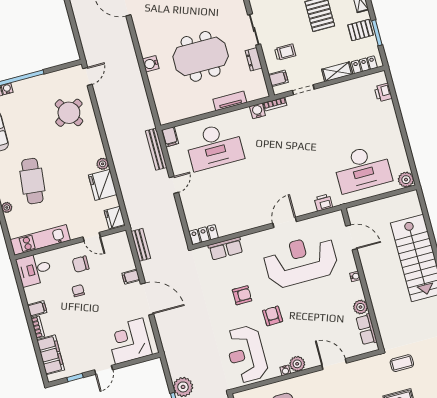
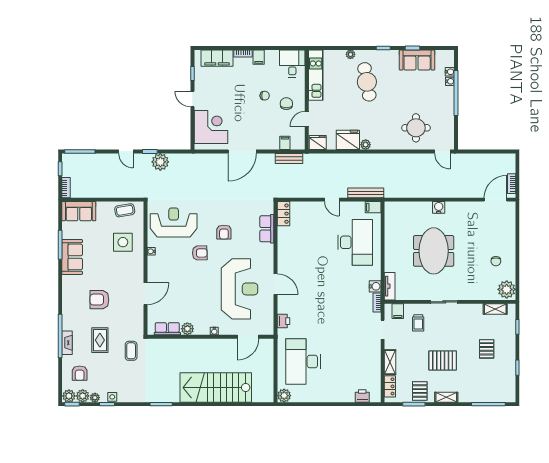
dresser: (254, 59) -> (419, 295), removed
tv unit: (230, 101) -> (390, 286), moved
round table: (69, 113) -> (416, 128), turned 32
desk: (214, 146) -> (355, 242), turned 180
cafe table: (32, 181) -> (367, 82), turned 74
filing cabinet: (131, 277) -> (285, 143), moved
plant: (297, 364) -> (154, 263), removed

